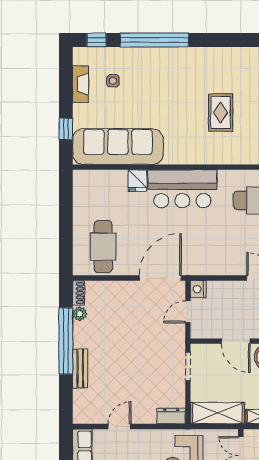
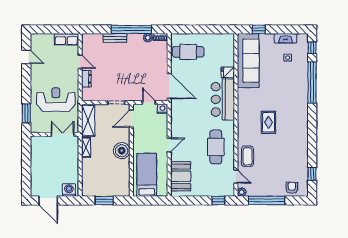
rug: (221, 113) -> (269, 122), turned 90
door: (236, 341) -> (131, 119), moved
dresser: (171, 416) -> (86, 79), moved

